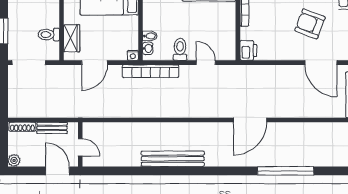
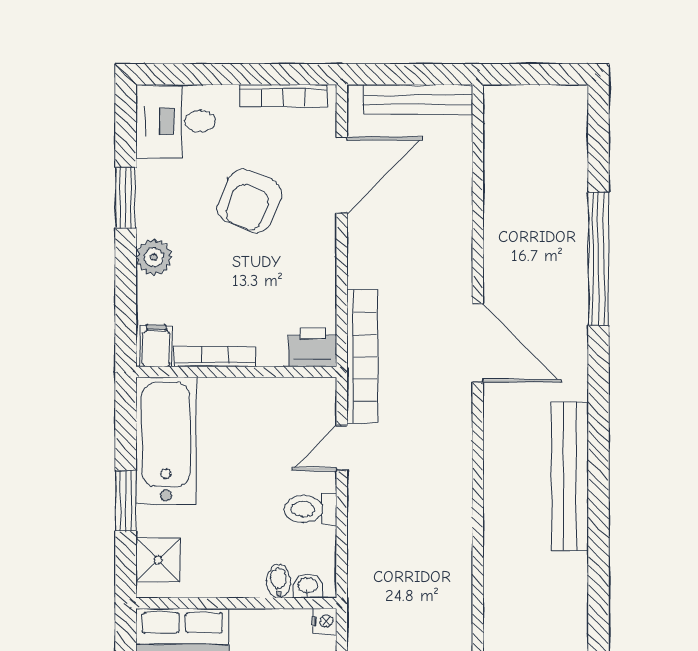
bookcase: (150, 71) -> (362, 356), moved
bench: (173, 159) -> (570, 476), moved

